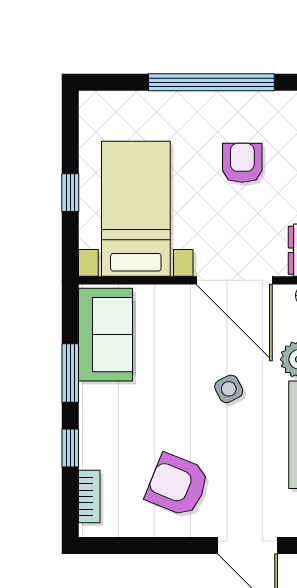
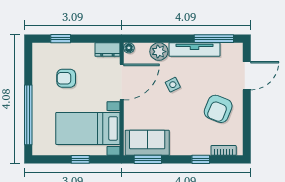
window: (211, 82) -> (28, 115), moved
window: (70, 373) -> (148, 159), moved

